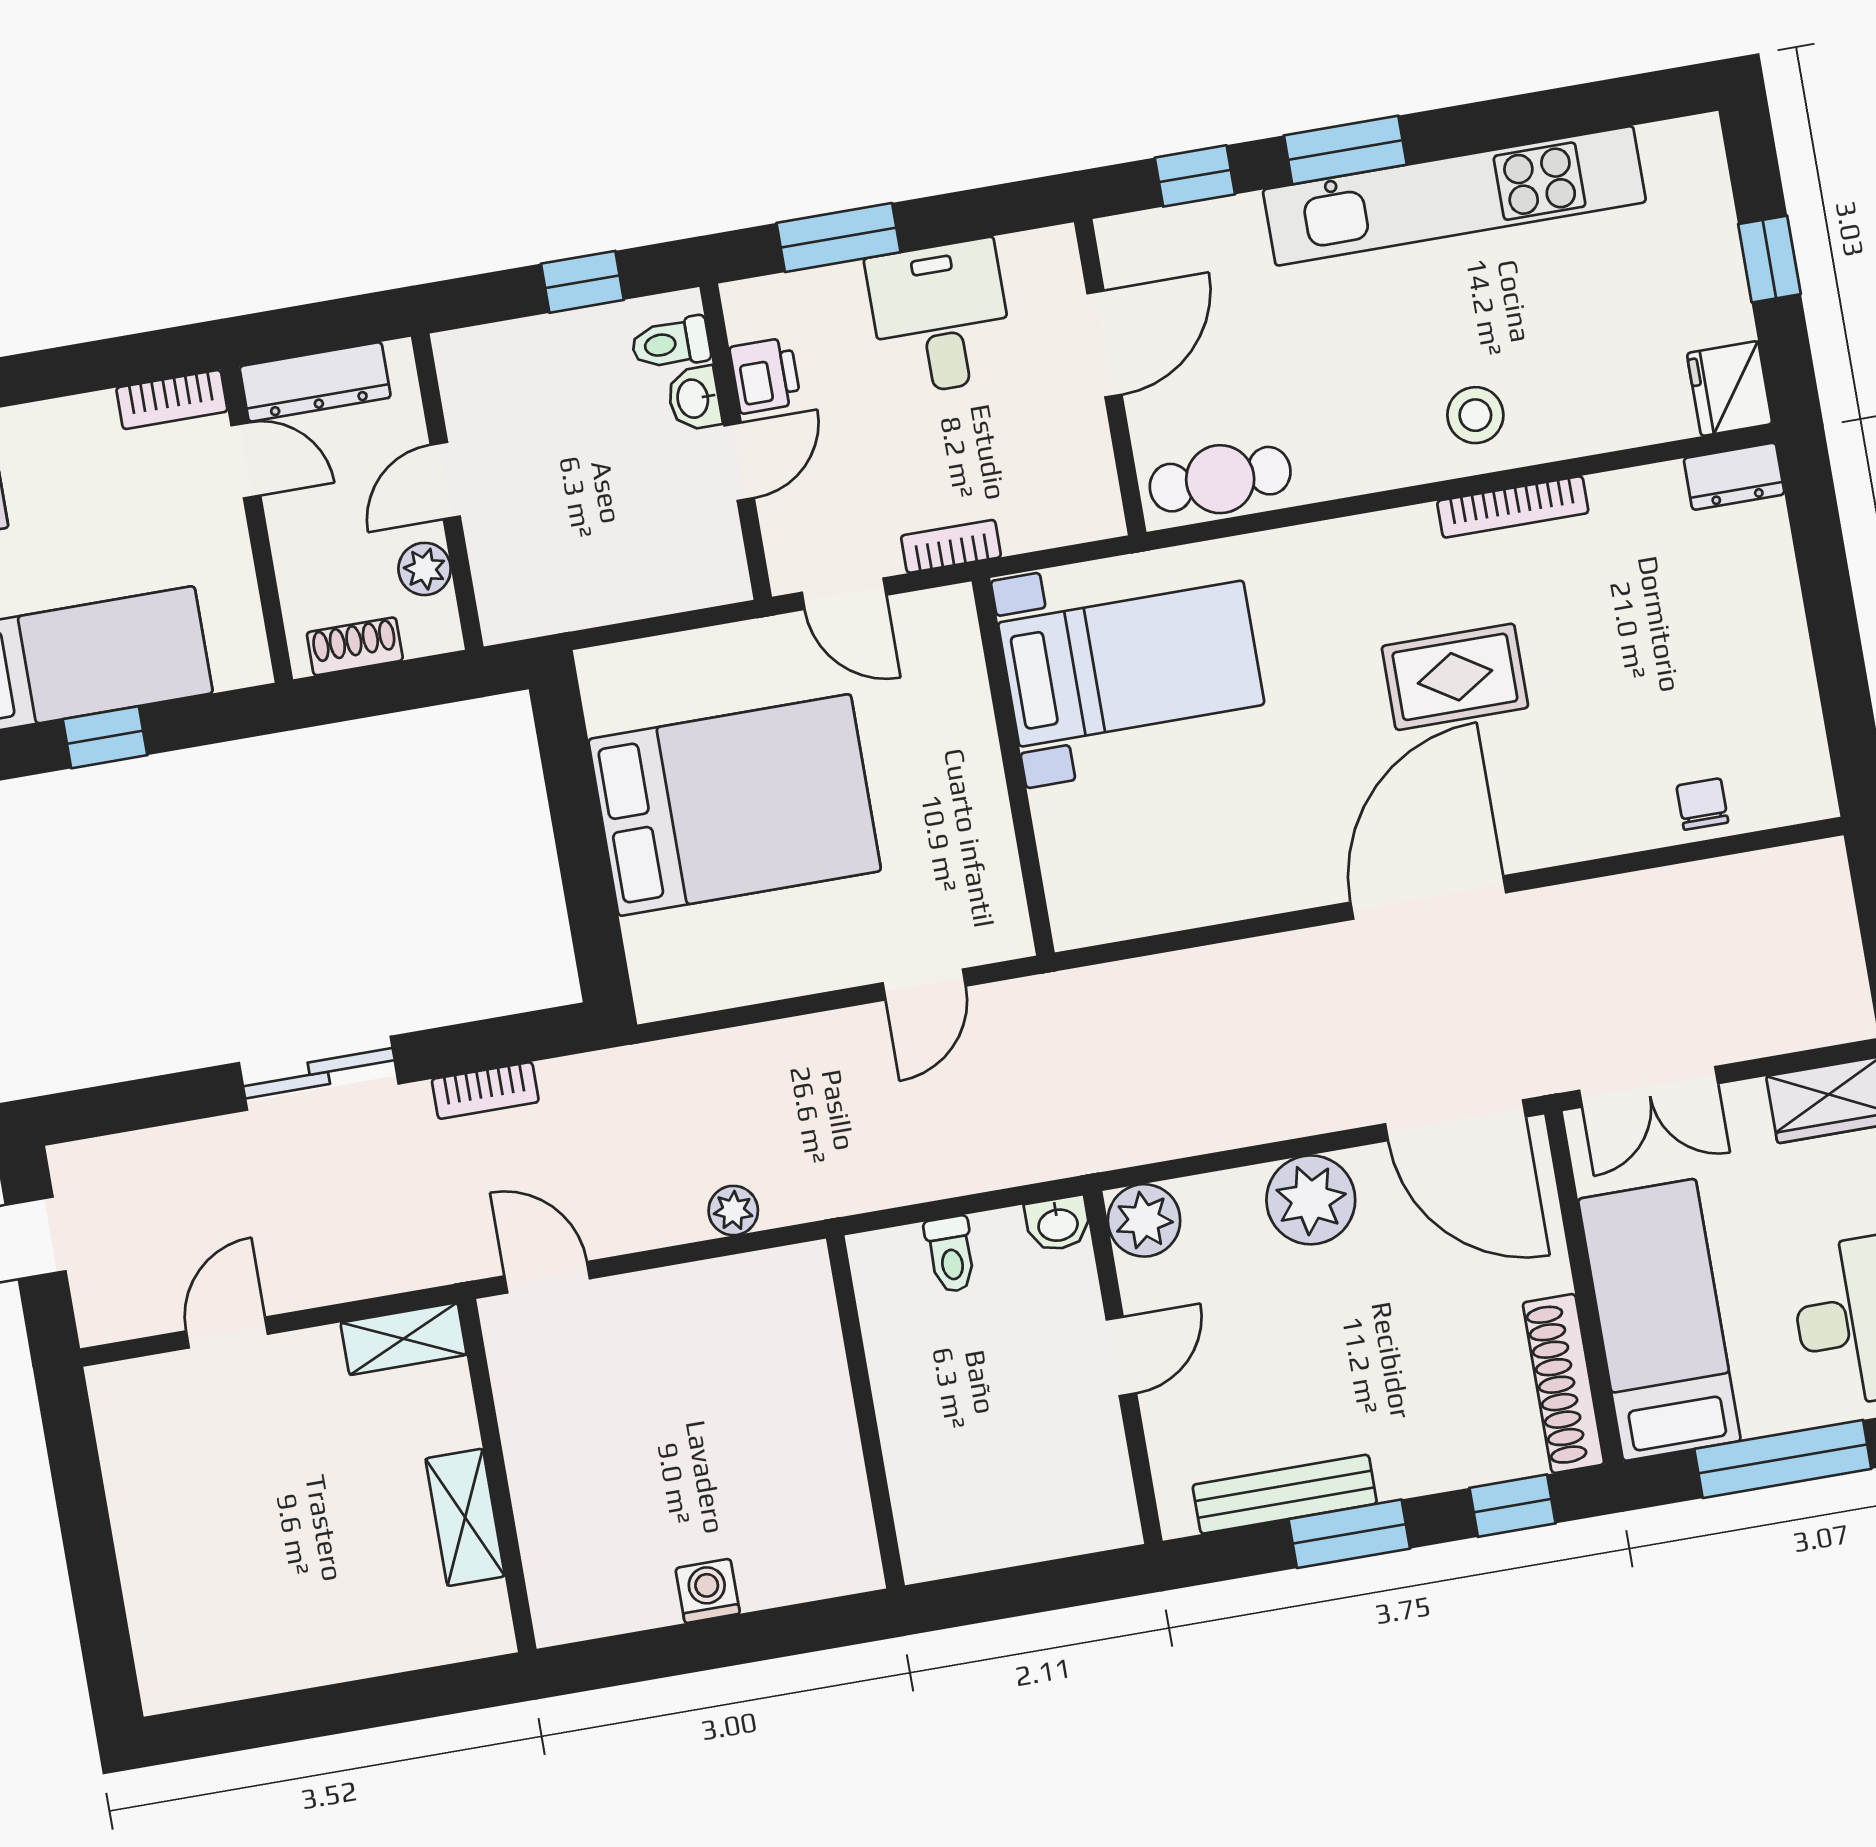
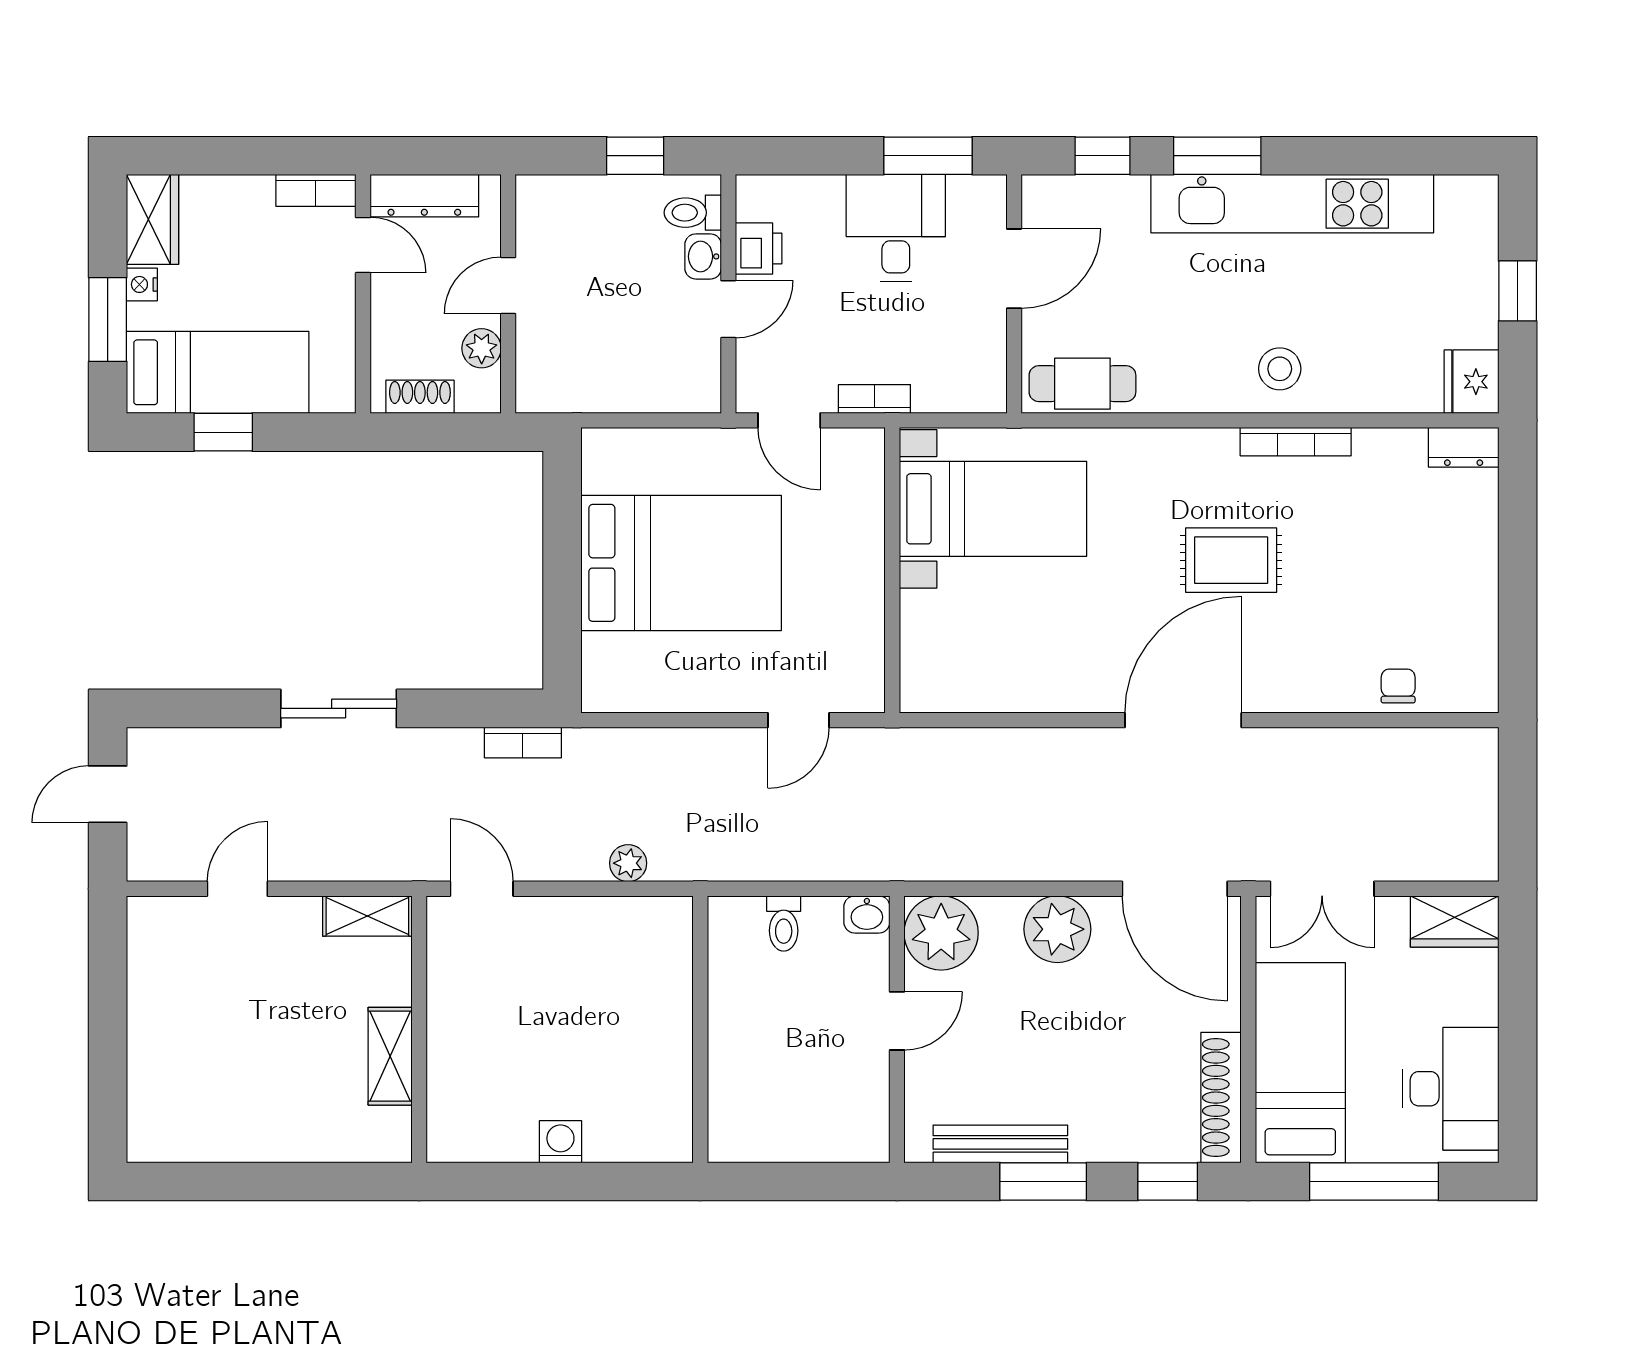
window: (838, 238) -> (928, 156), moved
bookcase: (485, 1091) -> (523, 743), moved
plant: (1144, 1220) -> (941, 933), width x1.36, depth x1.36

